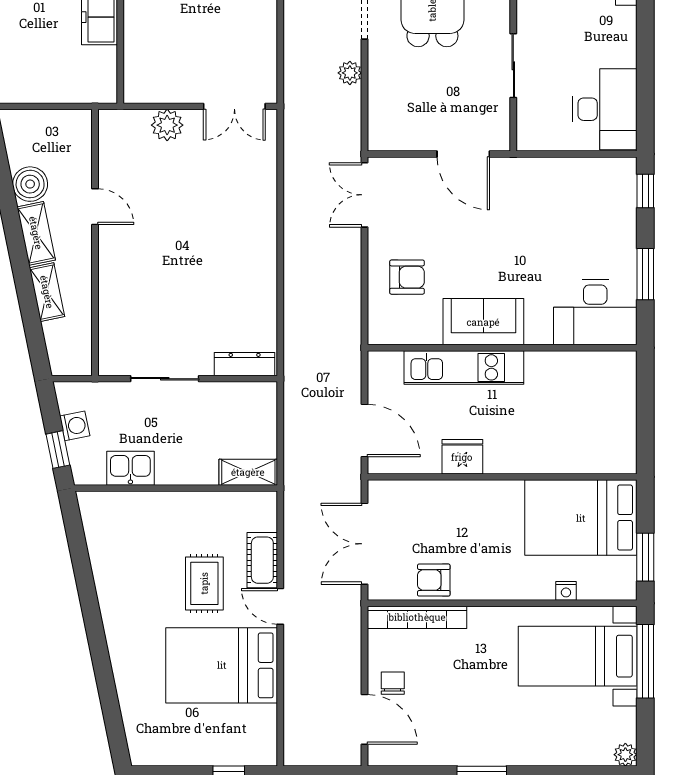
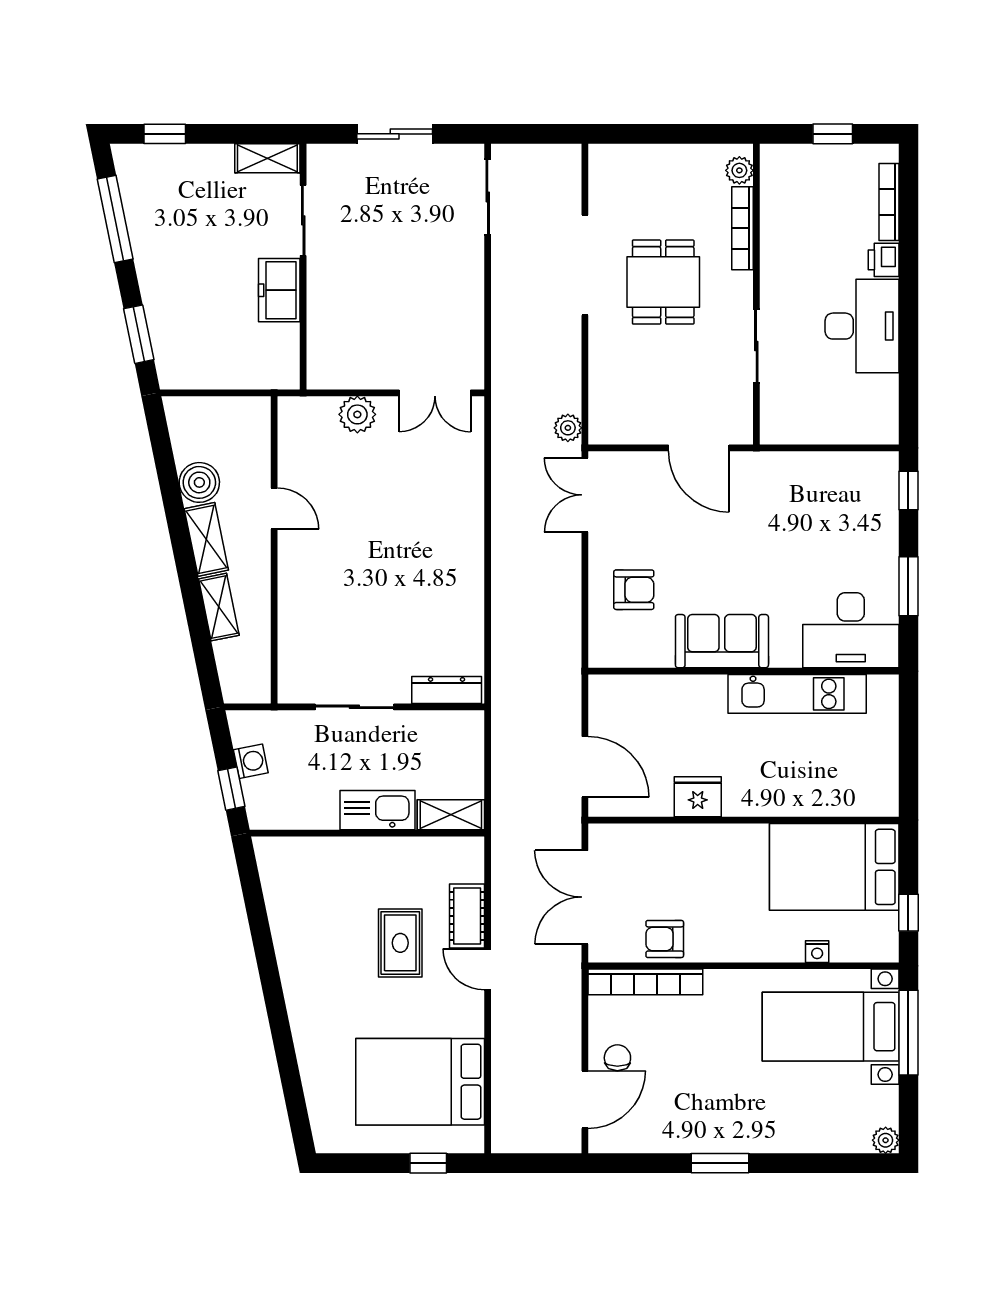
plant: (350, 73) -> (568, 428), moved
desk: (605, 109) -> (862, 326), moved
kitchen unit: (464, 367) -> (797, 694), moved
kitchen sink: (130, 468) -> (377, 810), moved, width x1.38
window: (645, 557) -> (908, 913), width x0.67
bed: (222, 665) -> (420, 1082), moved
door: (364, 719) -> (585, 1100), hinge flipped

